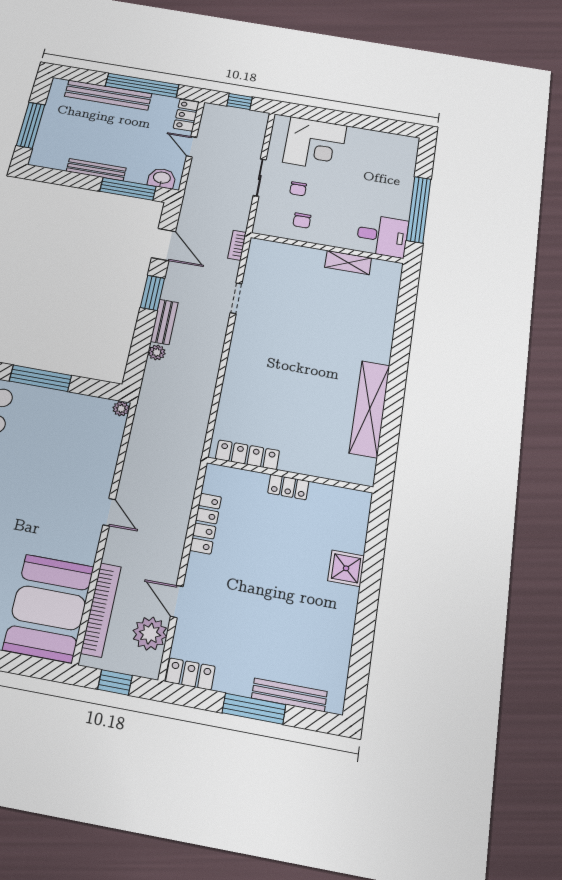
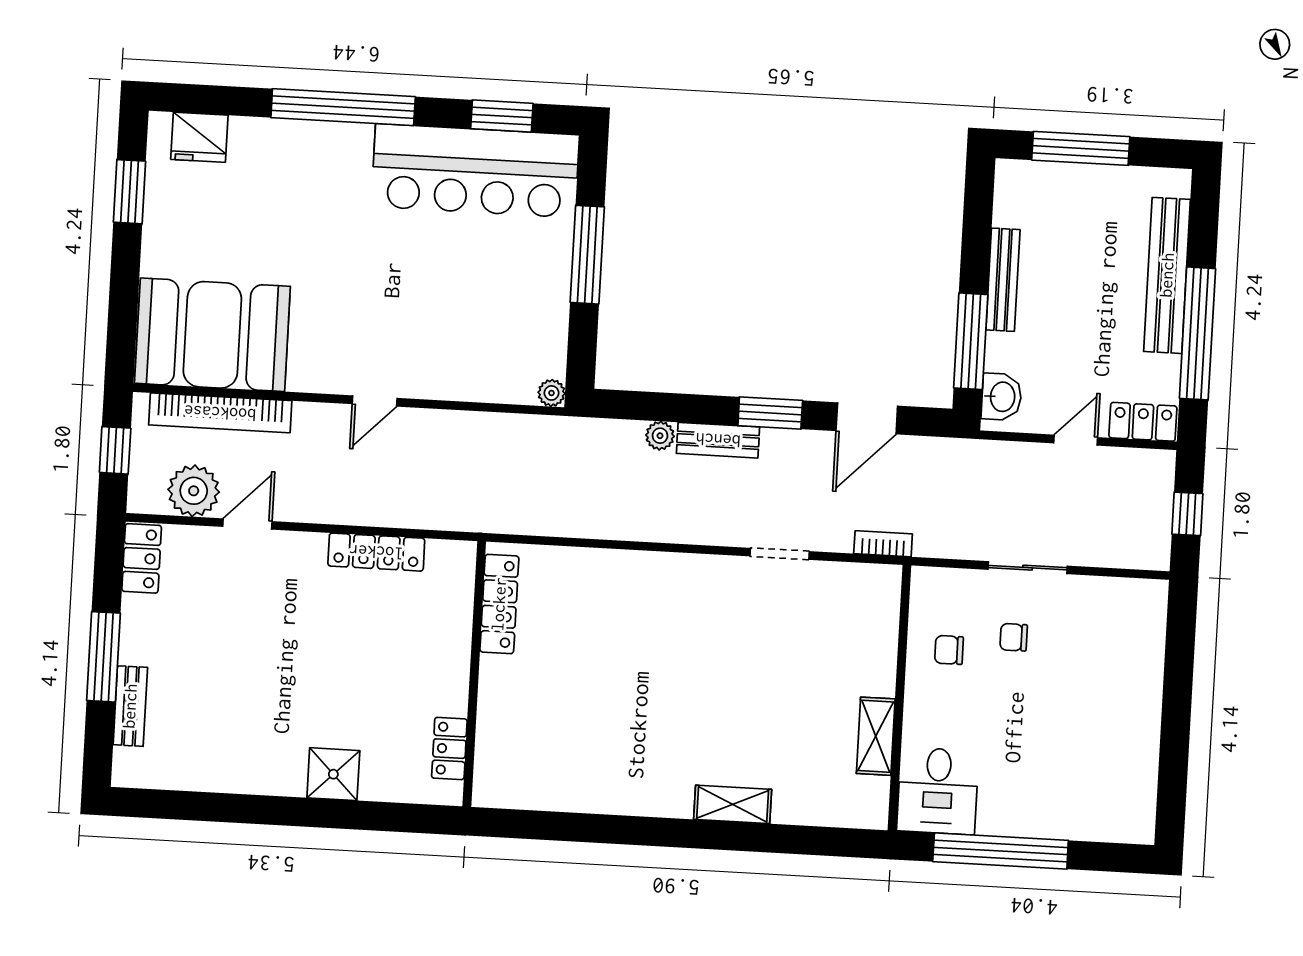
corner desk: (315, 144) -> (1114, 658), removed
shelving: (370, 409) -> (733, 804), moved, width x0.45, depth x0.75
locker: (288, 487) -> (449, 749), moved
bench: (289, 695) -> (130, 706), width x0.73

